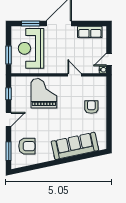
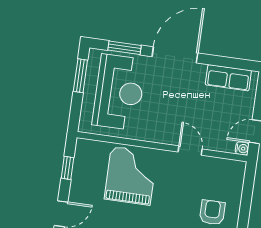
reception desk: (31, 48) -> (119, 92), turned 180
window: (9, 55) -> (80, 76), moved

